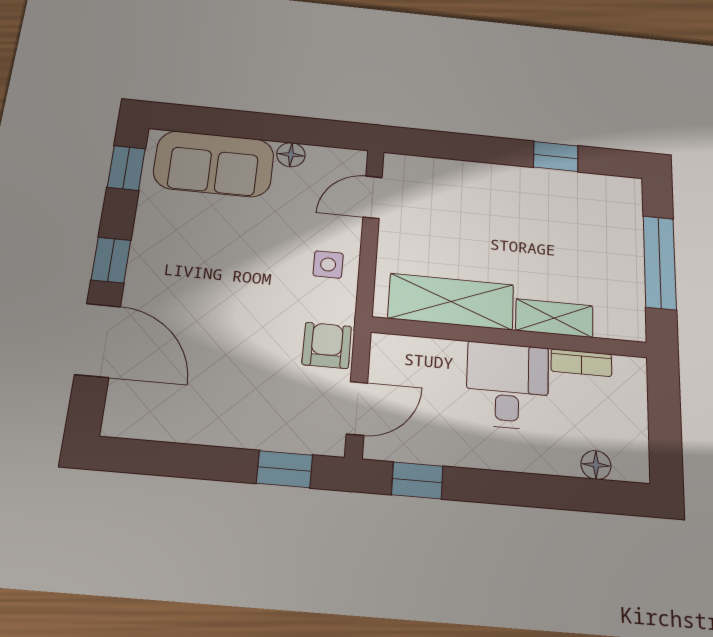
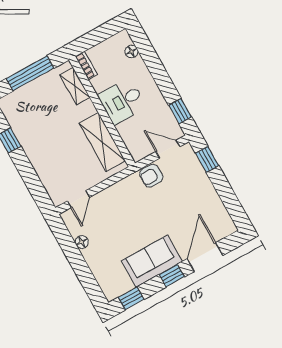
sofa: (214, 164) -> (152, 261), moved, turned -90
door: (373, 197) -> (78, 199), hinge flipped
side table: (328, 265) -> (119, 197), removed
shelving: (554, 318) -> (75, 86), moved
bookcase: (581, 363) -> (86, 65), moved

